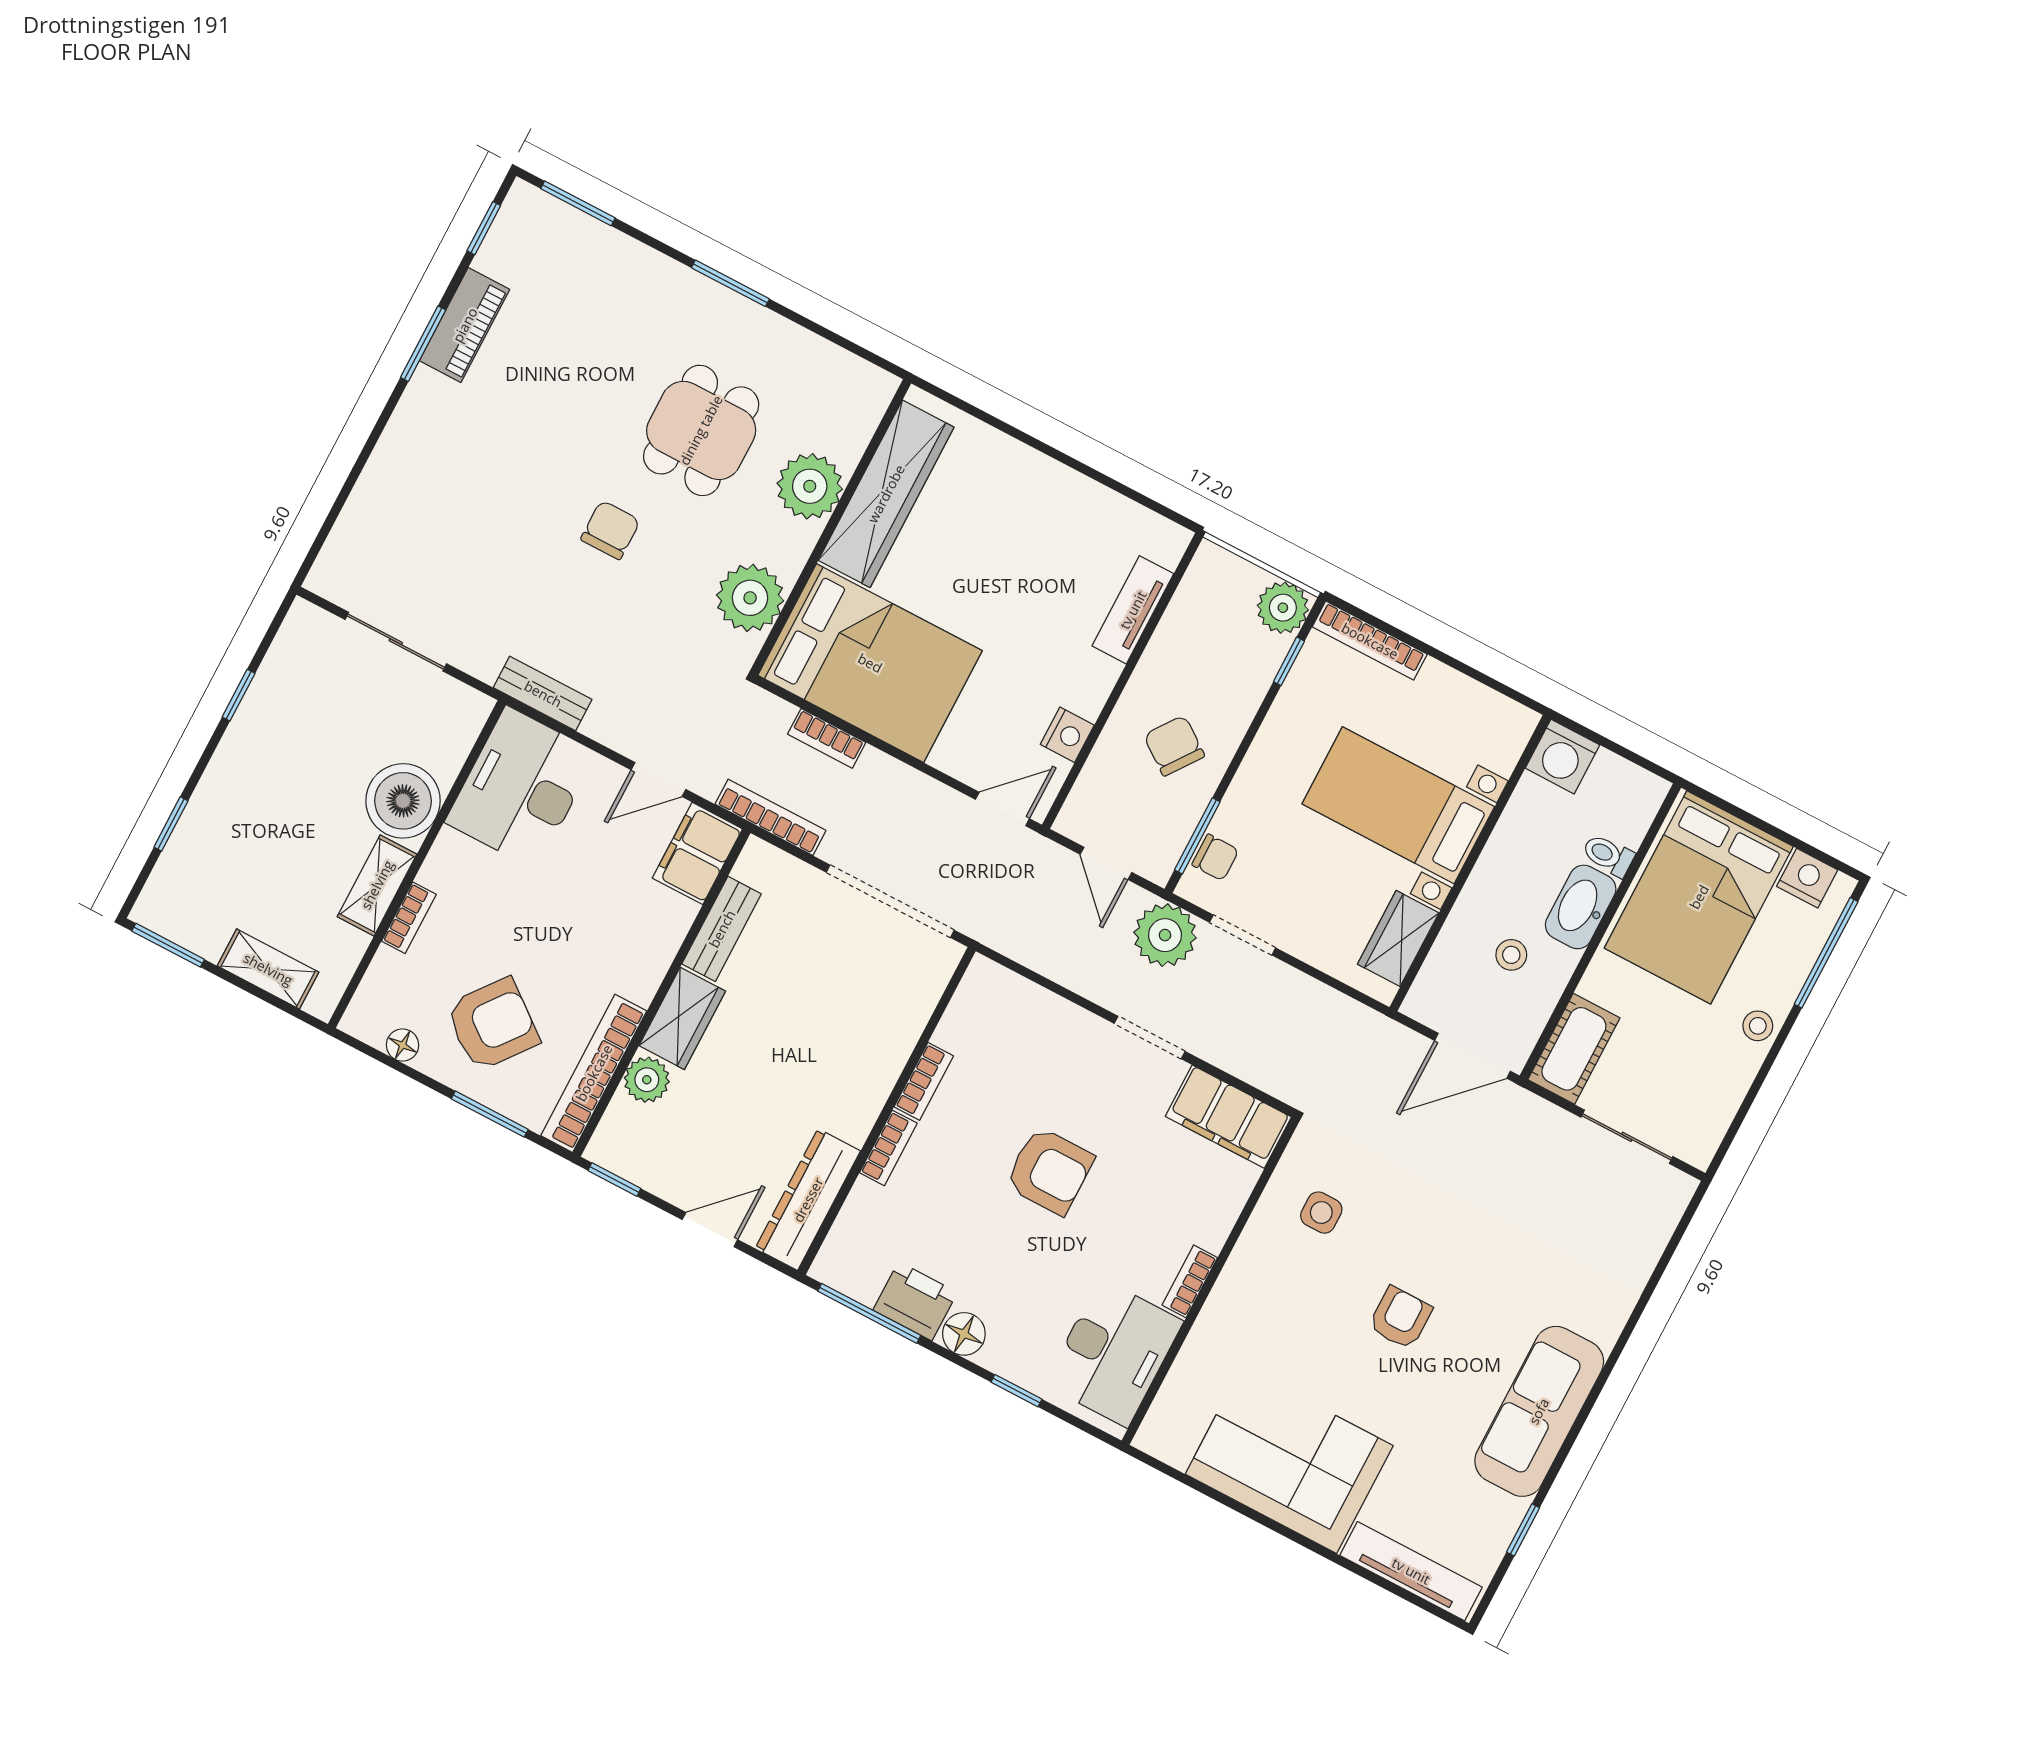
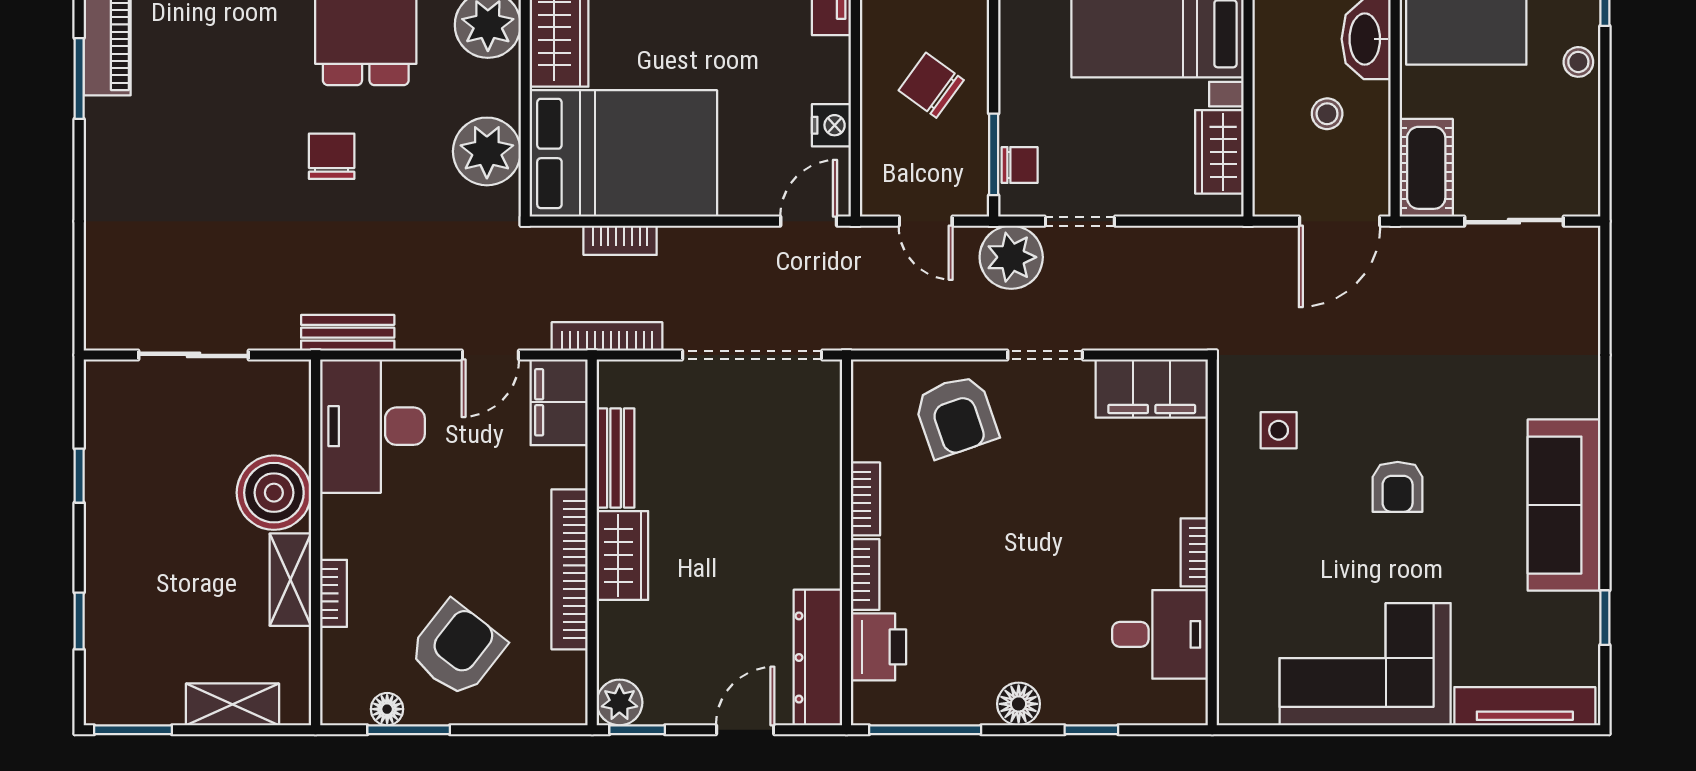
bookcase: (594, 1073) -> (570, 569), moved
plant: (647, 1080) -> (619, 702), moved
window: (490, 1114) -> (409, 730), moved
armchair: (1049, 1171) -> (956, 416), moved, turned 71
printer: (915, 1301) -> (879, 647), moved, turned 90
armchair: (1400, 1318) -> (1398, 487), turned 180
desk: (1114, 1353) -> (1160, 634), width x0.73

